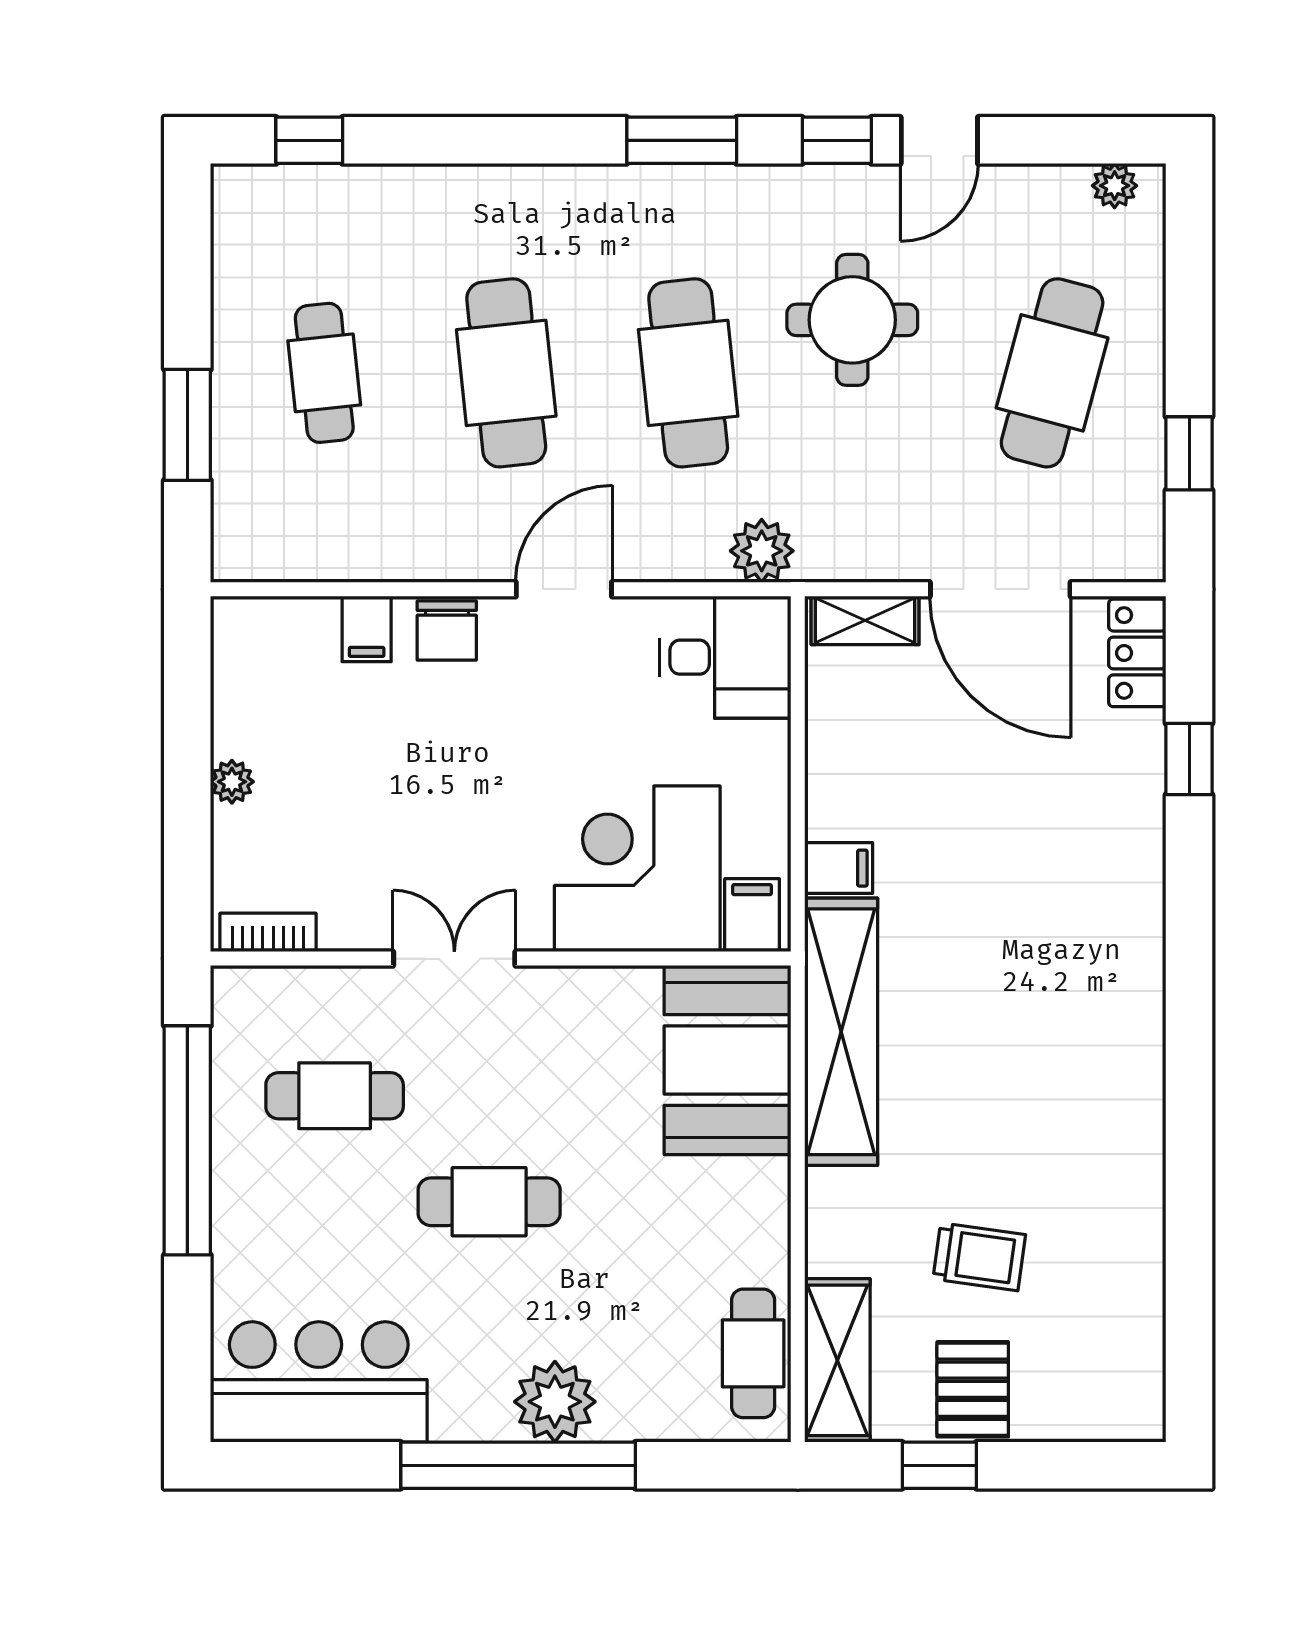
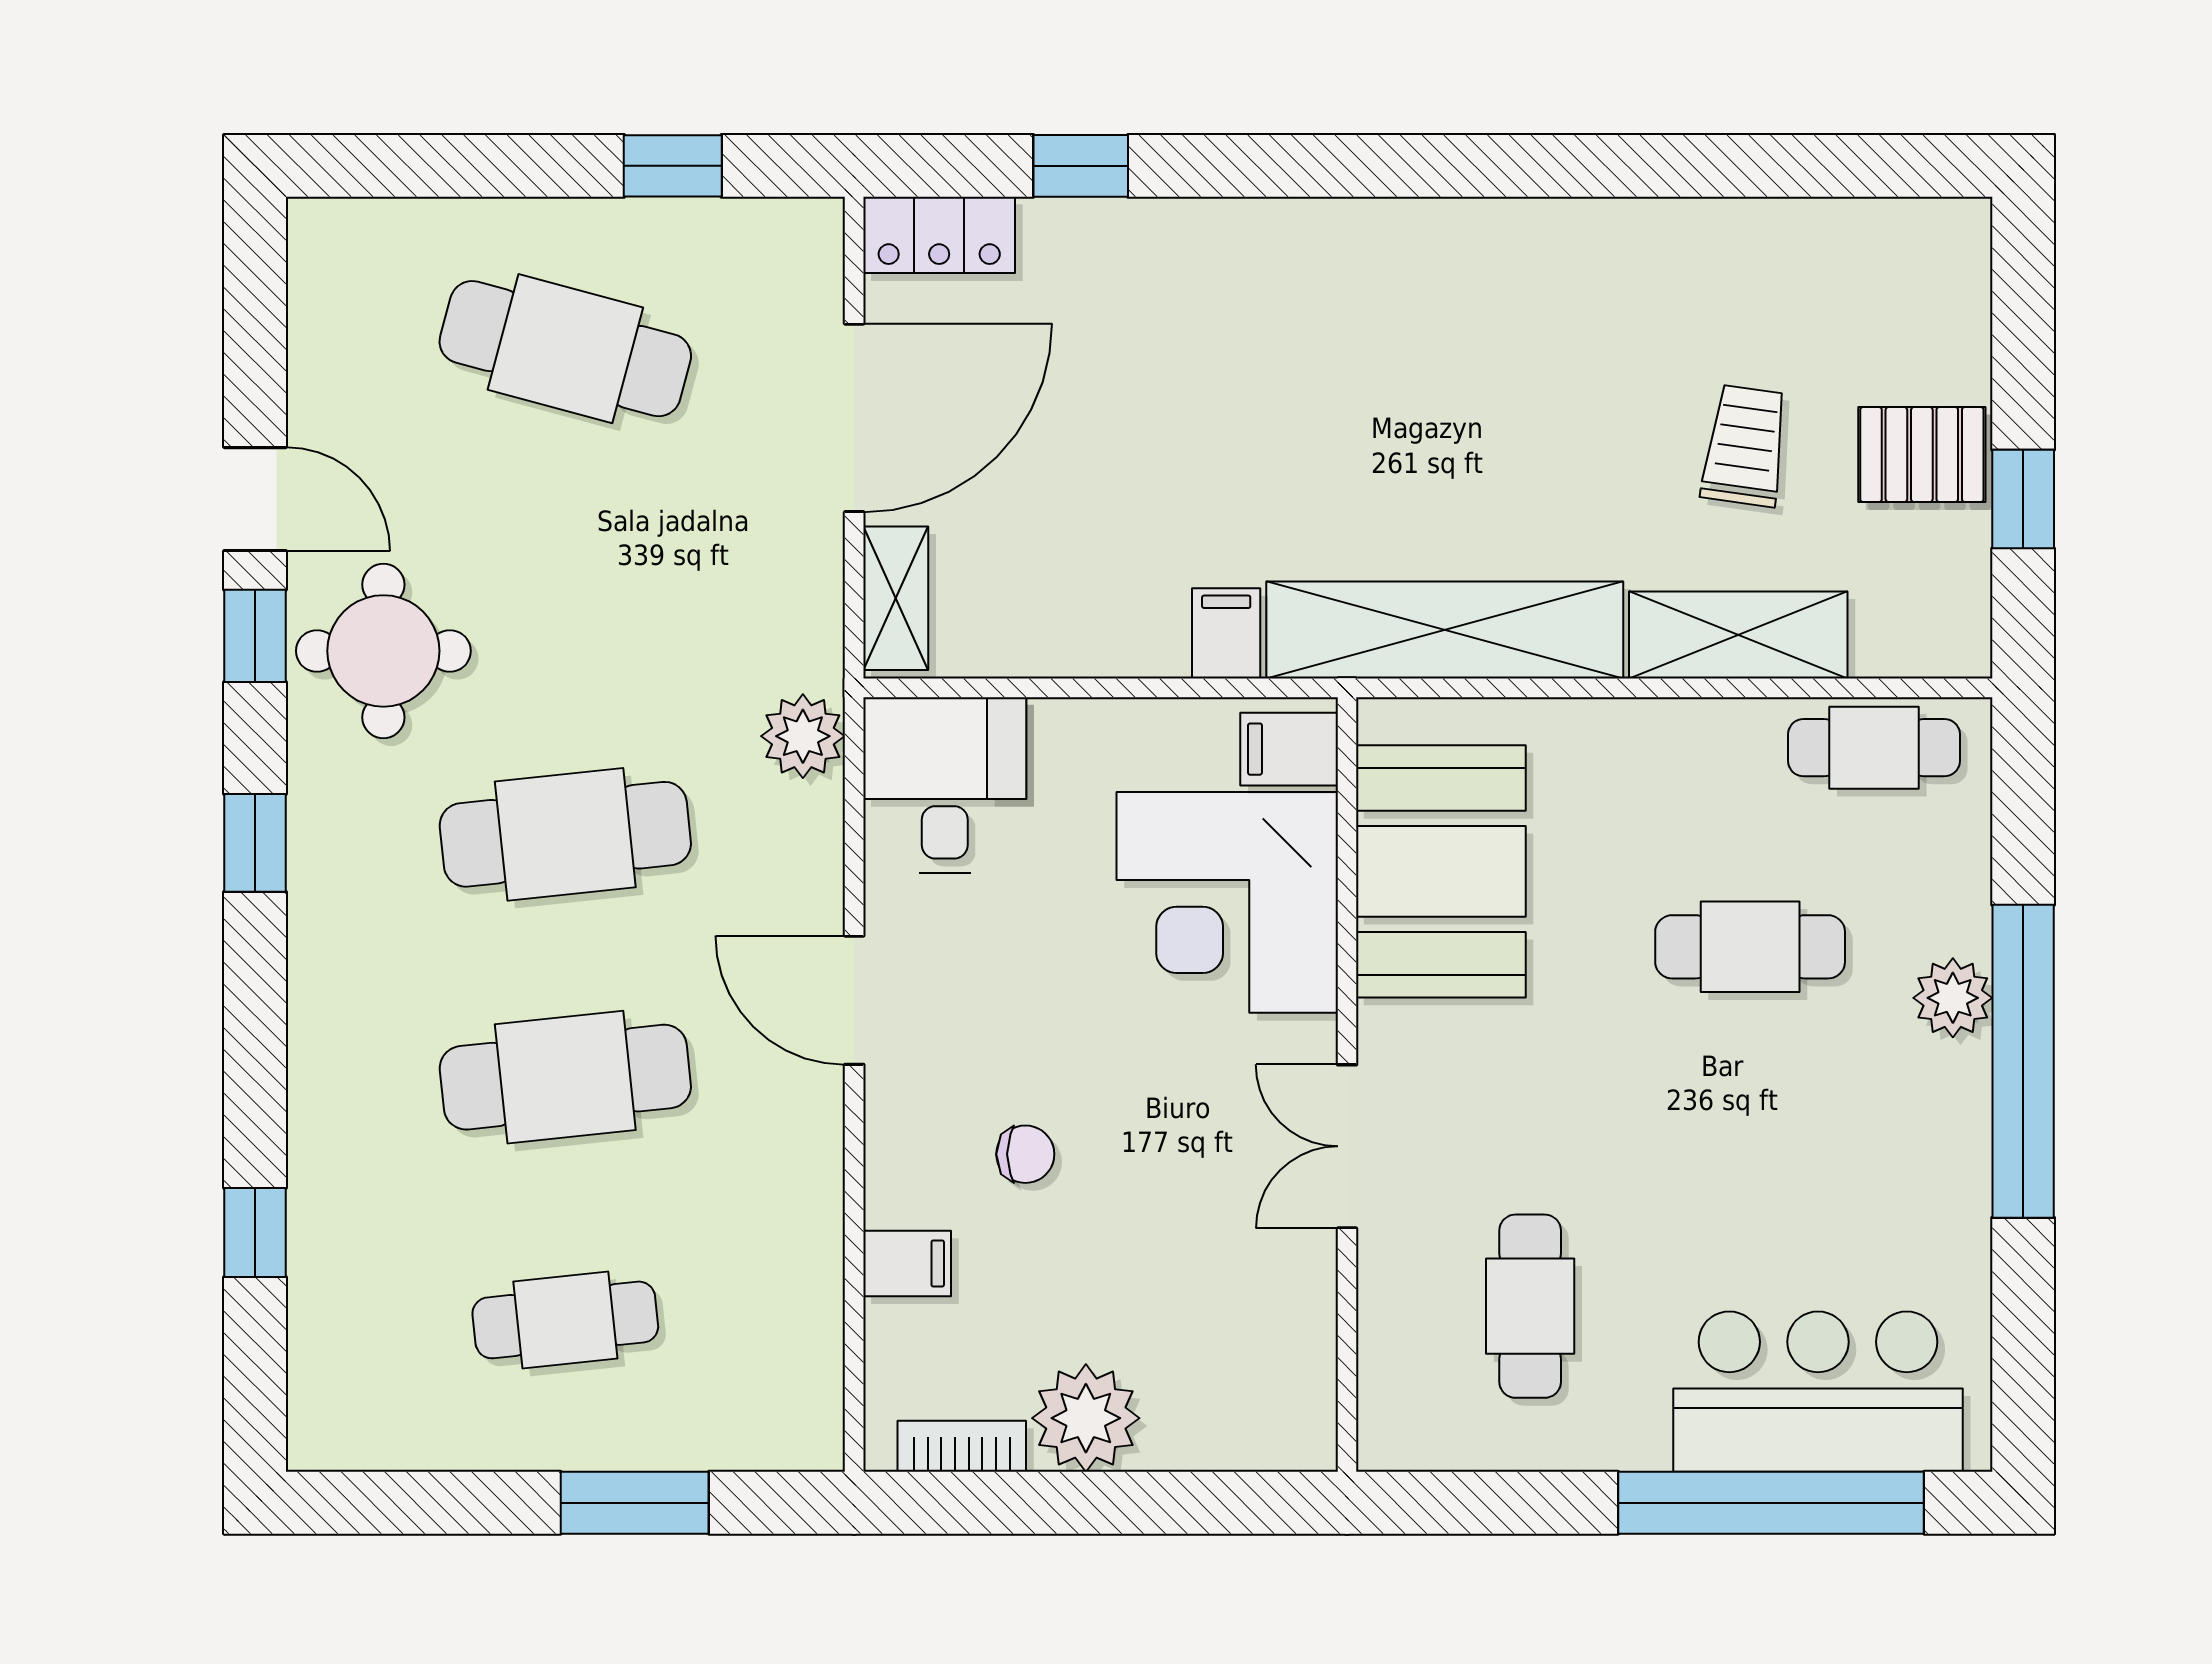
window: (309, 140) -> (255, 1232), moved
window: (682, 140) -> (255, 843), width x0.67
plant: (1115, 186) -> (315, 265), removed
round table: (852, 320) -> (383, 651), moved
chair: (447, 631) -> (1025, 1154), moved, width x0.73, depth x0.73
plant: (232, 782) -> (1086, 1418), width x1.88, depth x1.88
bookcase: (268, 932) -> (962, 1446), moved, turned 90
booth: (727, 1060) -> (1441, 871), moved, turned 90
window: (187, 1140) -> (1771, 1503), moved
cafe table: (489, 1202) -> (1750, 947), moved, turned 90
shelving: (837, 1360) -> (1738, 635), moved
bar counter: (319, 1382) -> (1818, 1392), moved, turned 90
plant: (555, 1402) -> (1953, 998), width x0.73, depth x0.73

